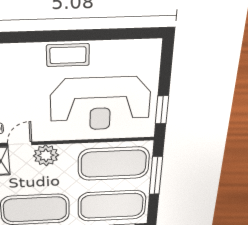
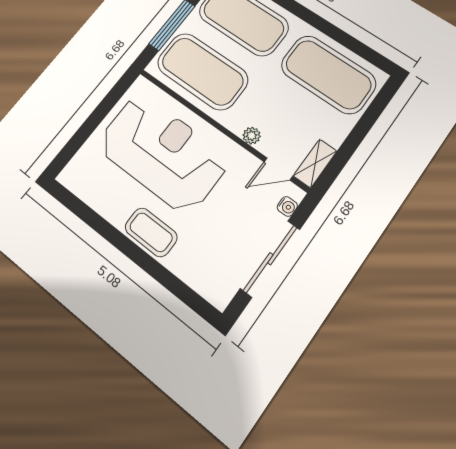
window: (162, 110) -> (111, 100), removed
plant: (46, 155) -> (252, 136), width x0.53, depth x0.53

